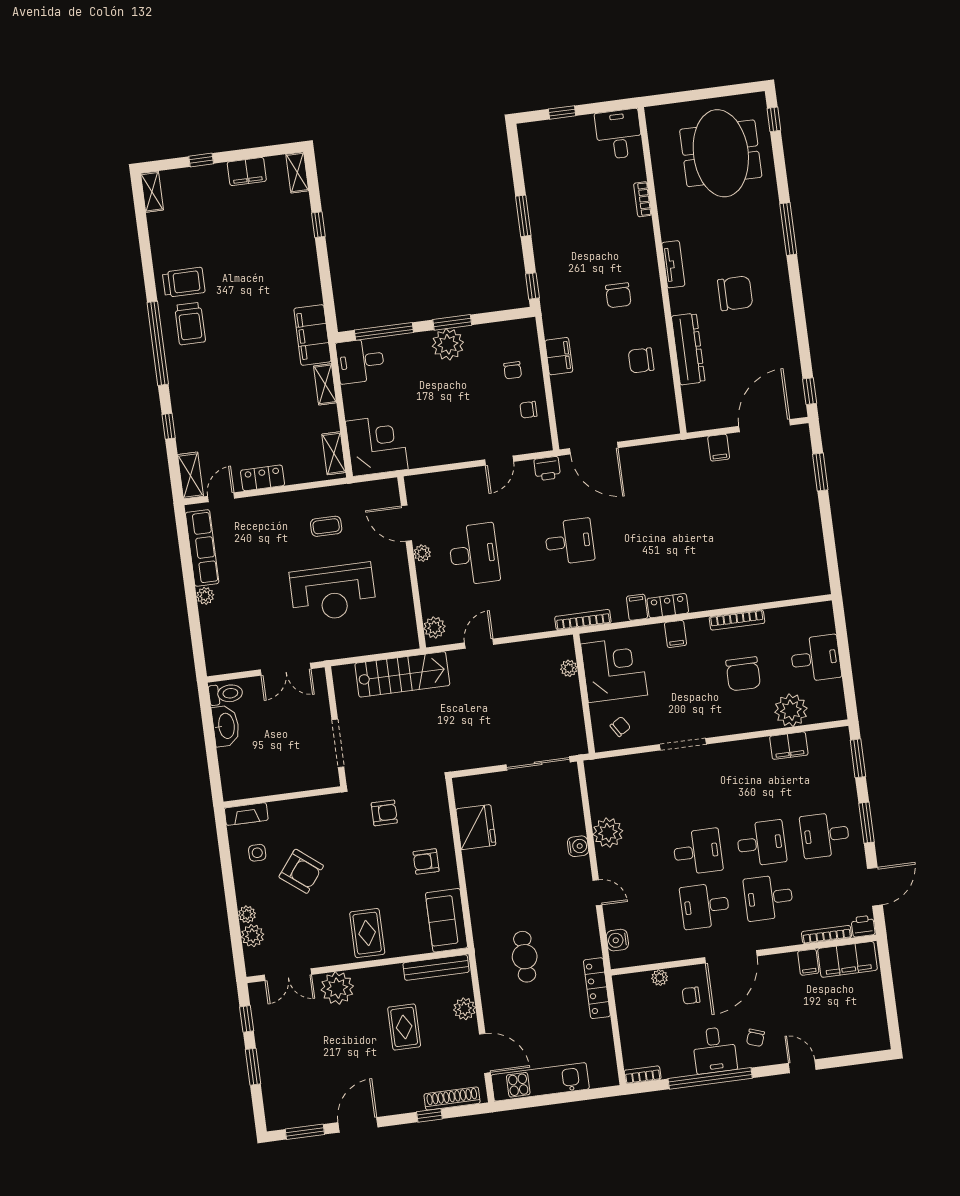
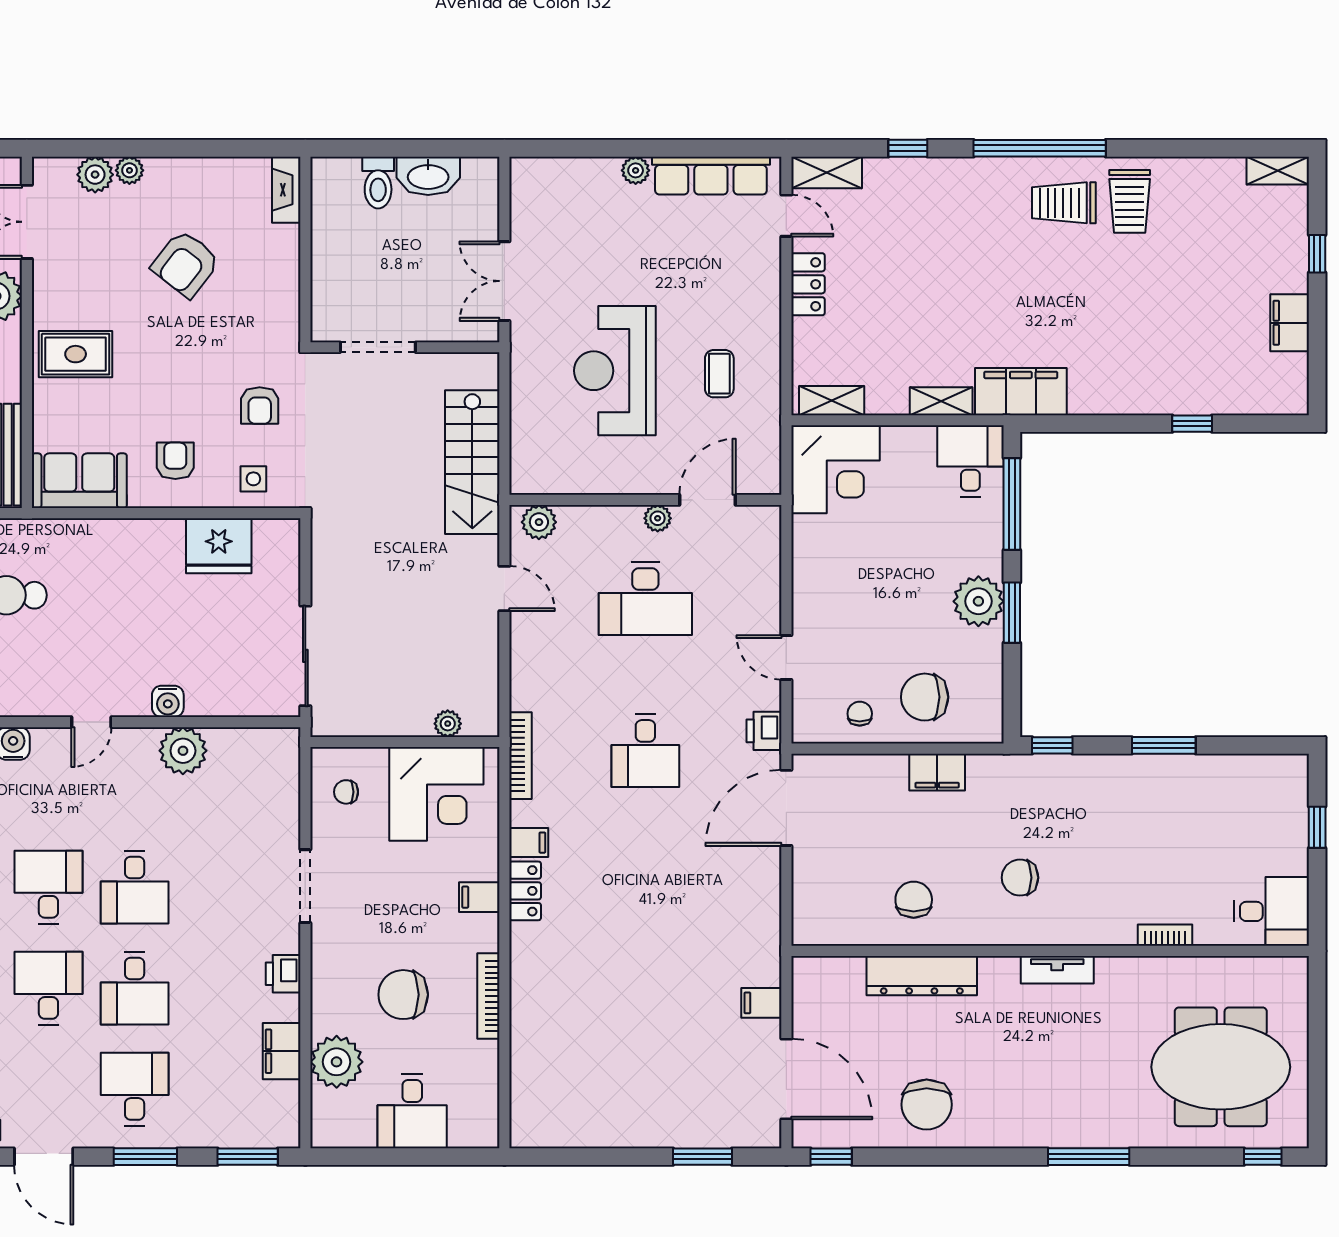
shelving: (297, 172) -> (1278, 401), removed
chair: (735, 293) -> (927, 1105), moved
chair: (513, 370) -> (925, 697), width x1.87, depth x1.87
toilet: (226, 694) -> (378, 183), moved
chair: (620, 727) -> (346, 792), turned 122
printer: (740, 751) -> (283, 974), added
side table: (257, 853) -> (253, 479), moved

